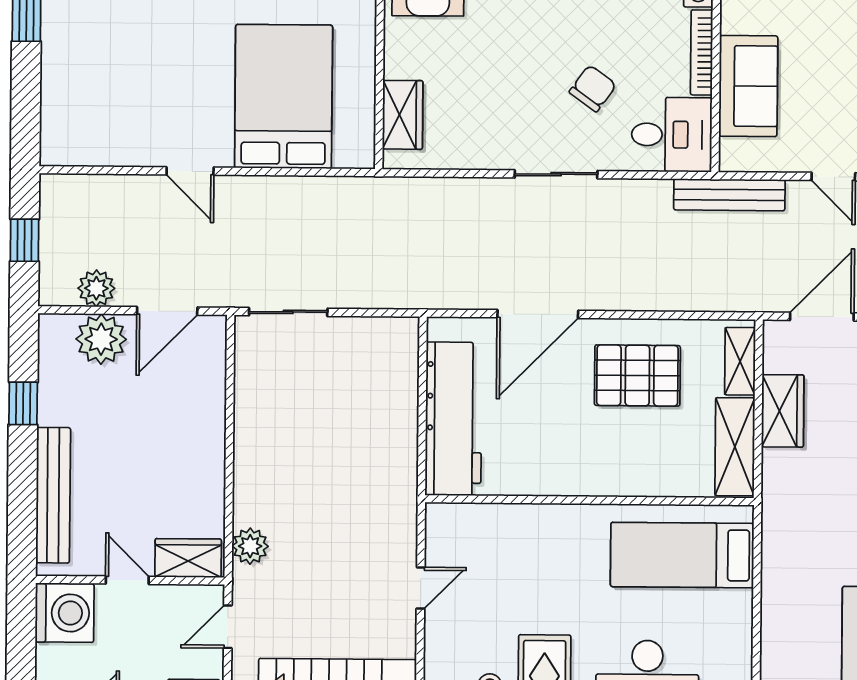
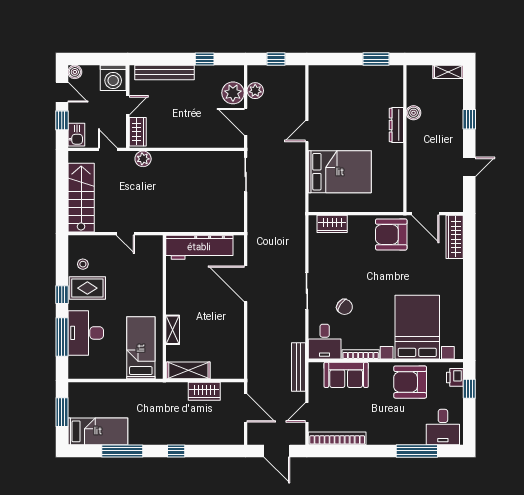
shelving: (740, 361) -> (173, 330), moved, turned 90
pallet: (637, 375) -> (219, 327), removed

